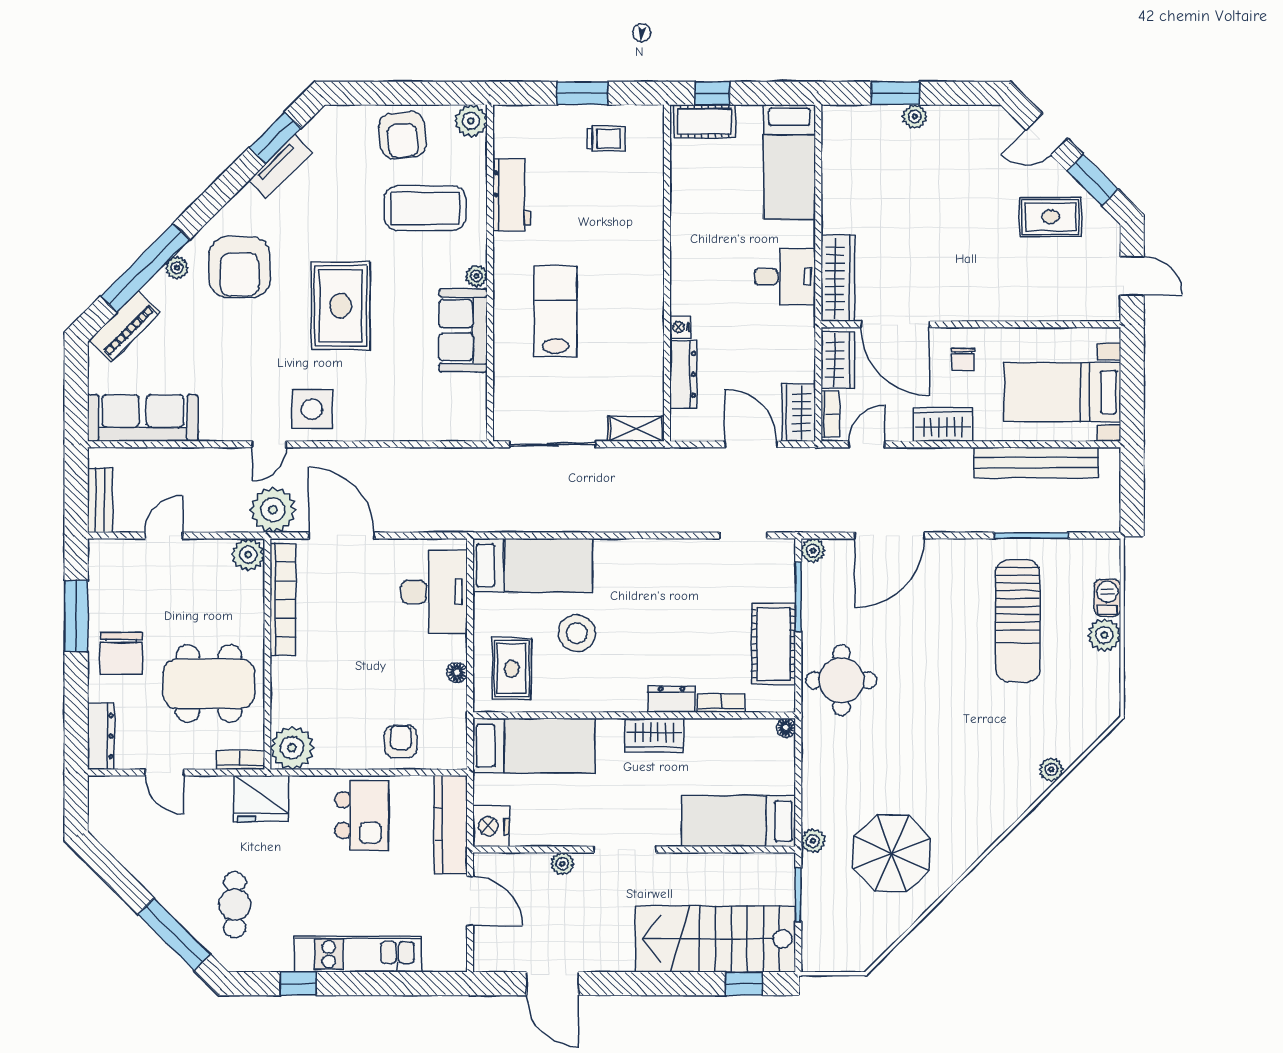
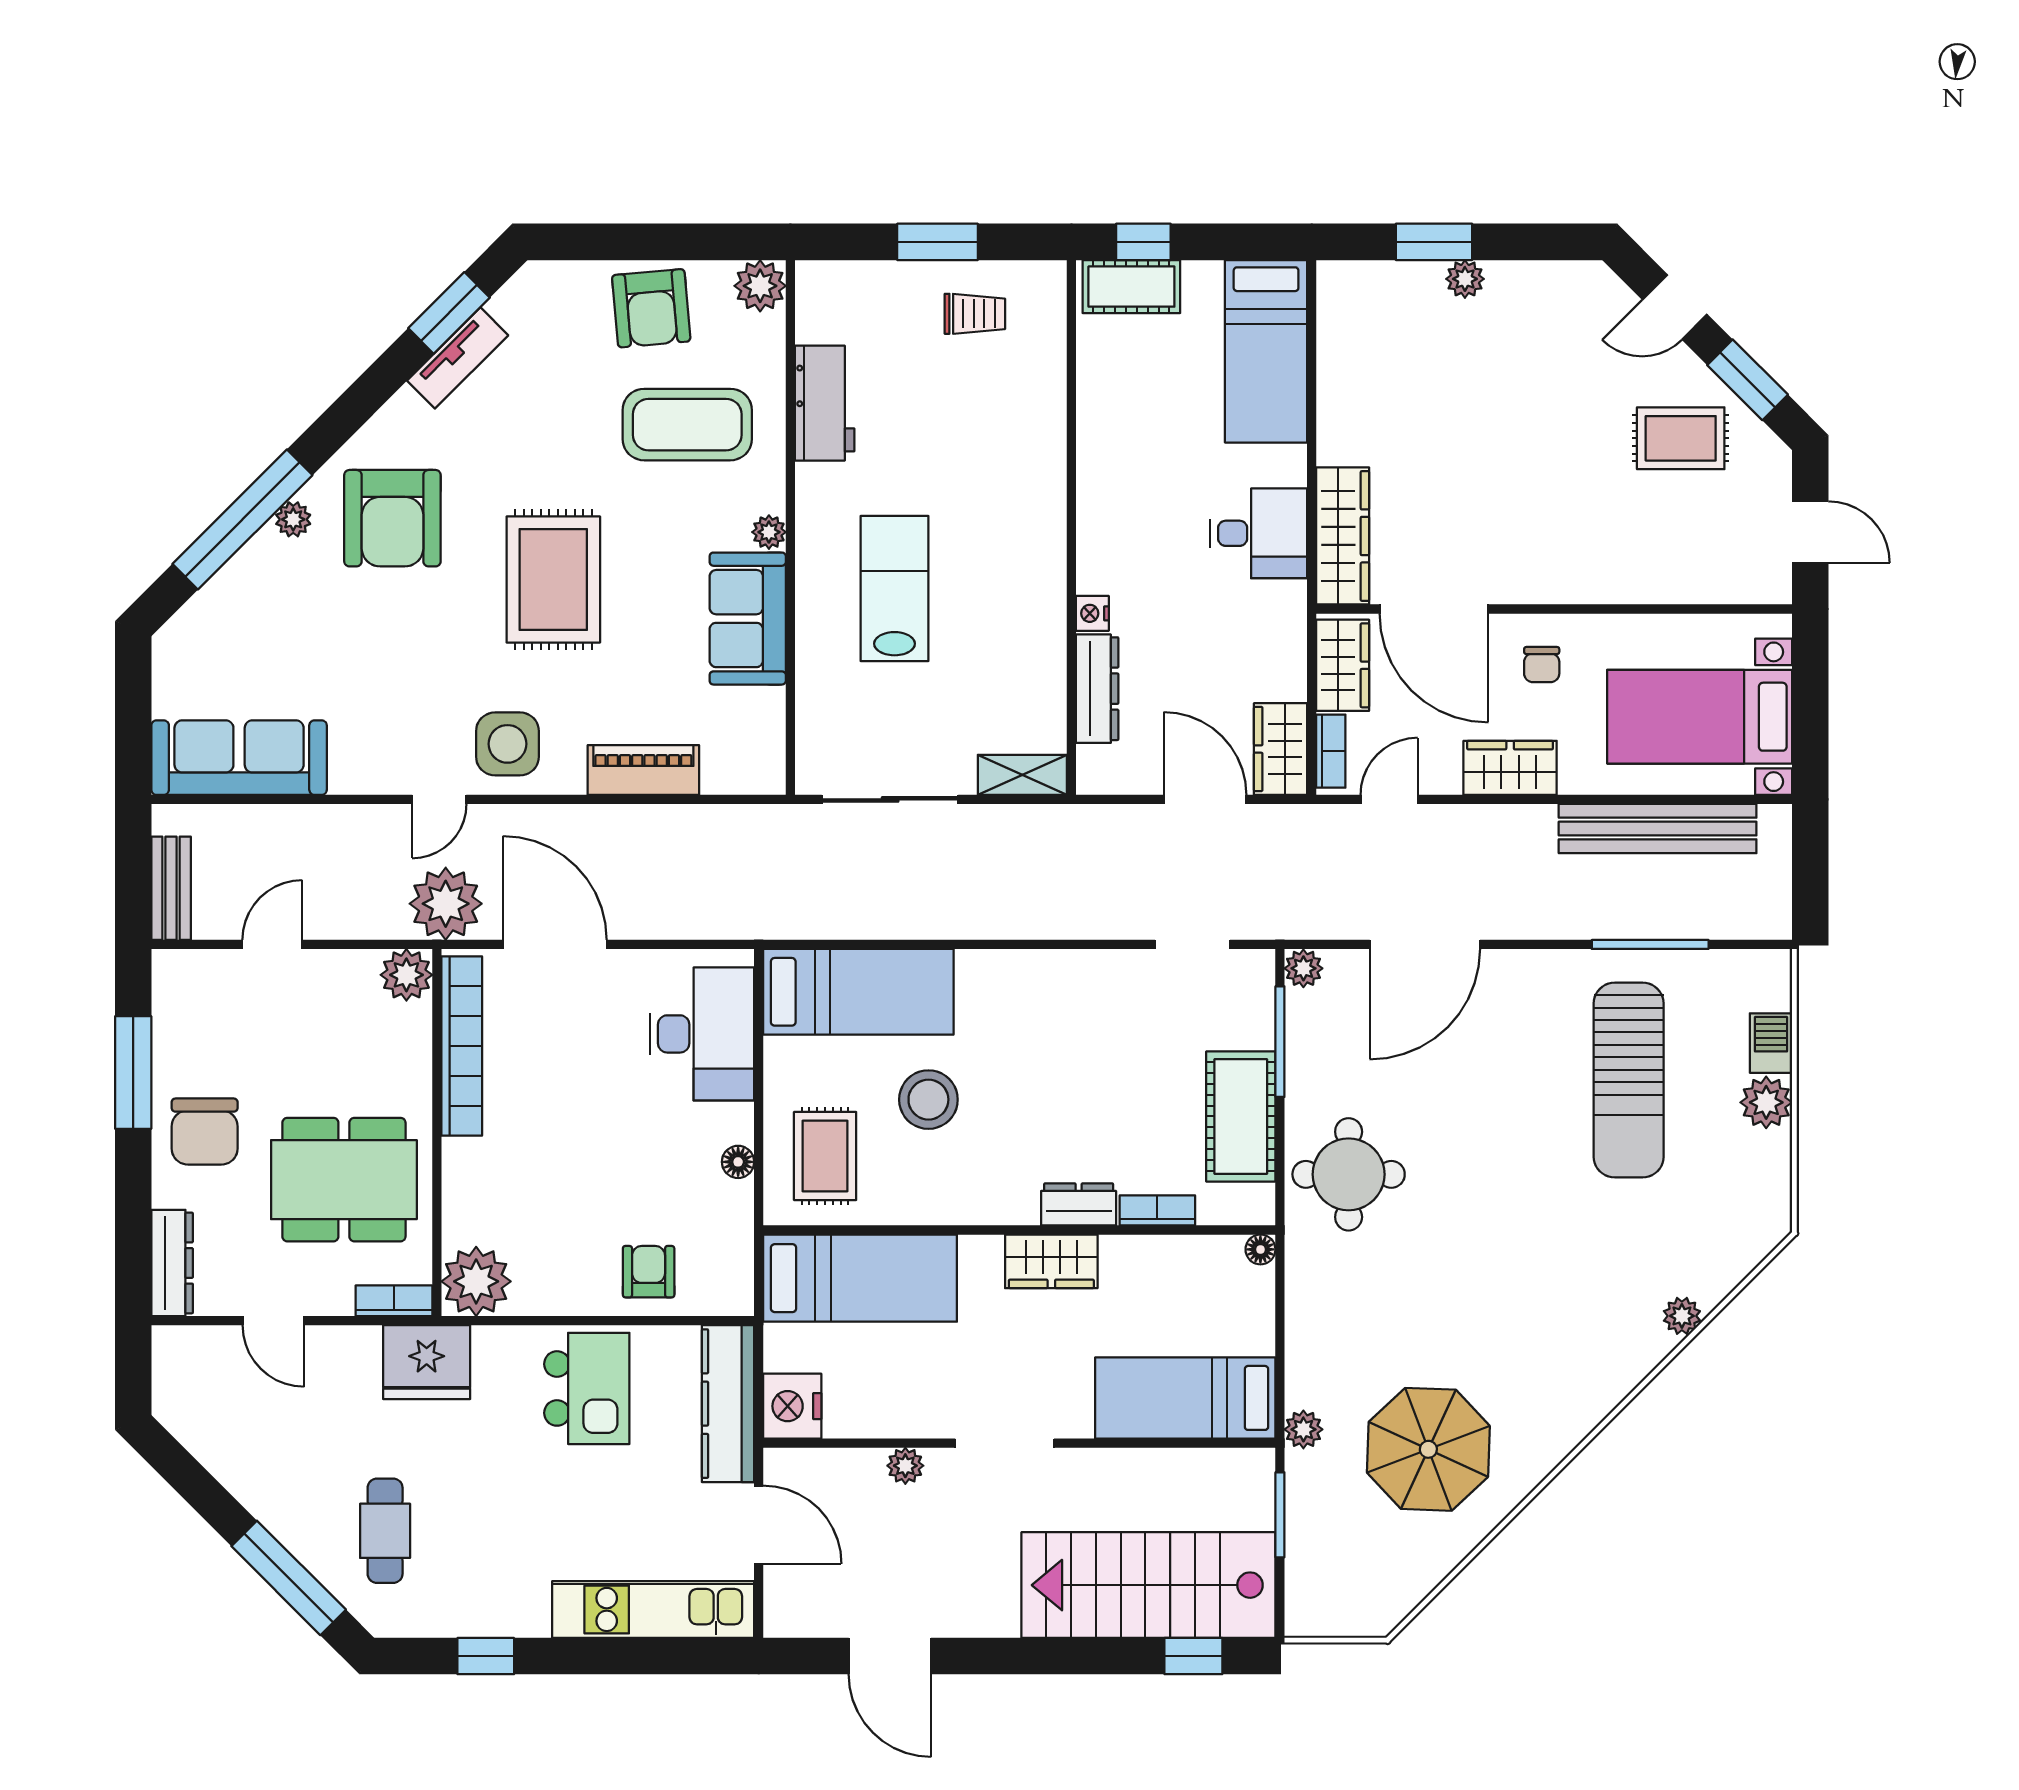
piano: (125, 327) -> (643, 770), moved, turned -135
kitchen unit: (358, 954) -> (653, 1609), moved

